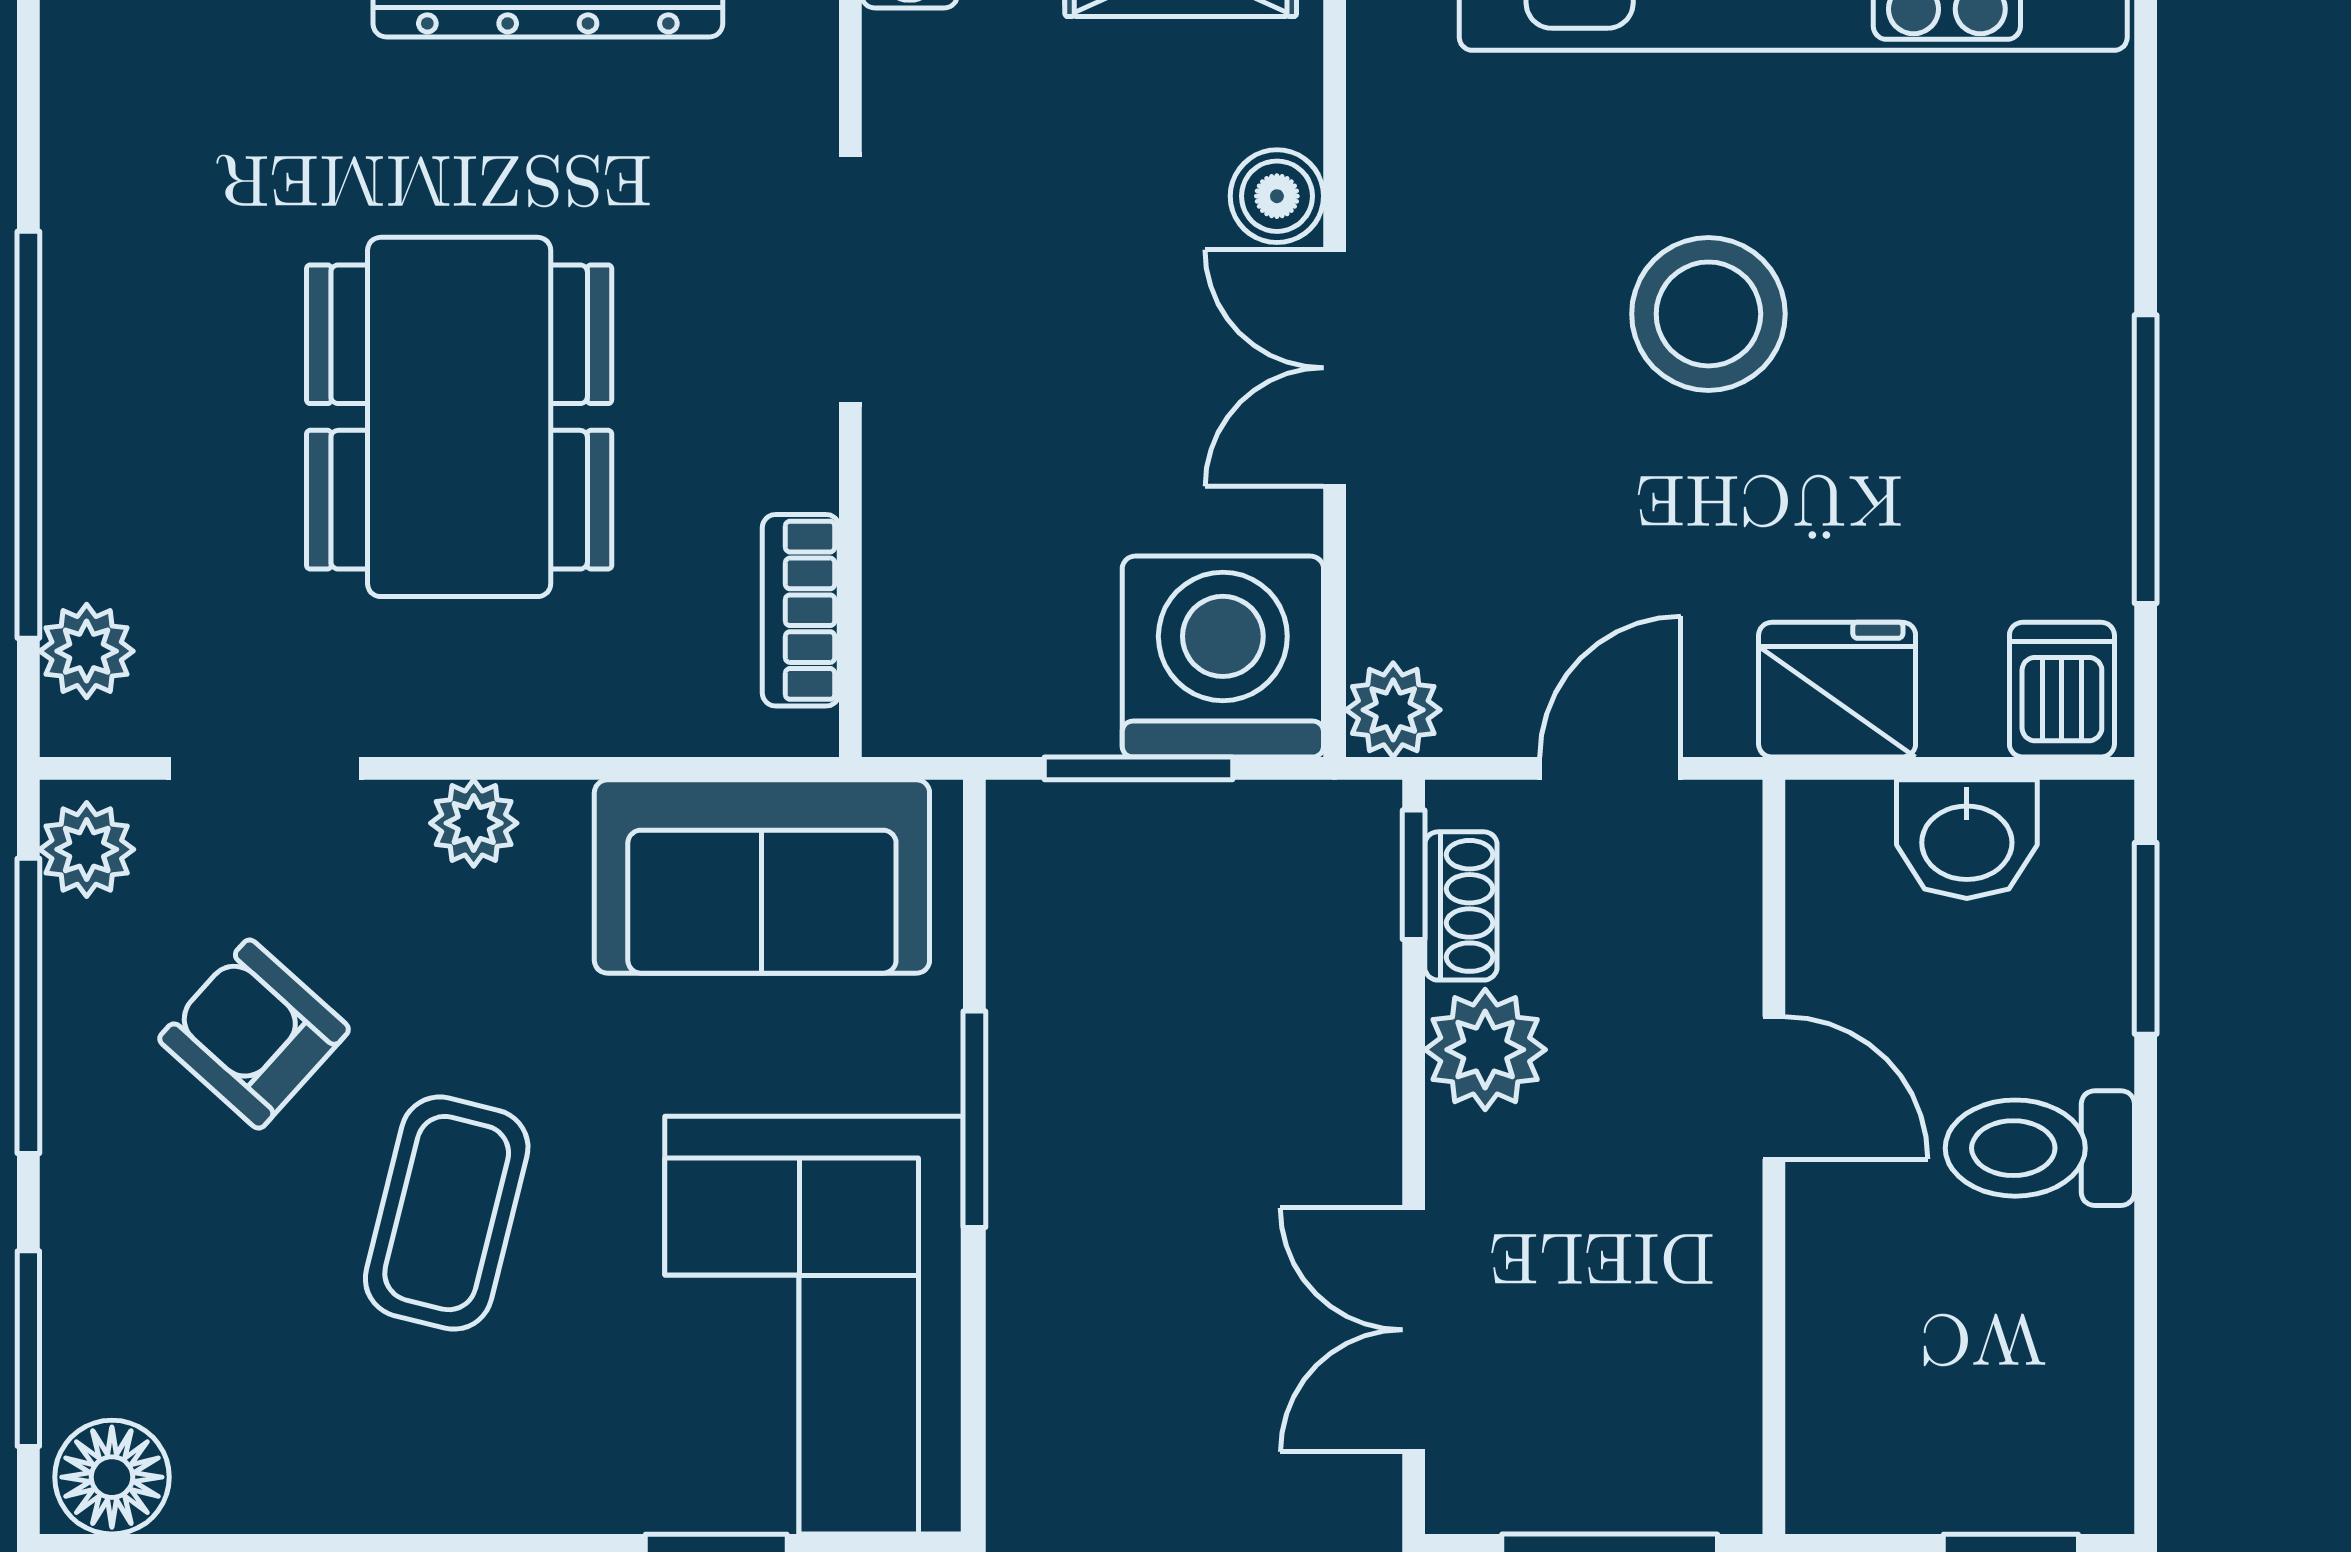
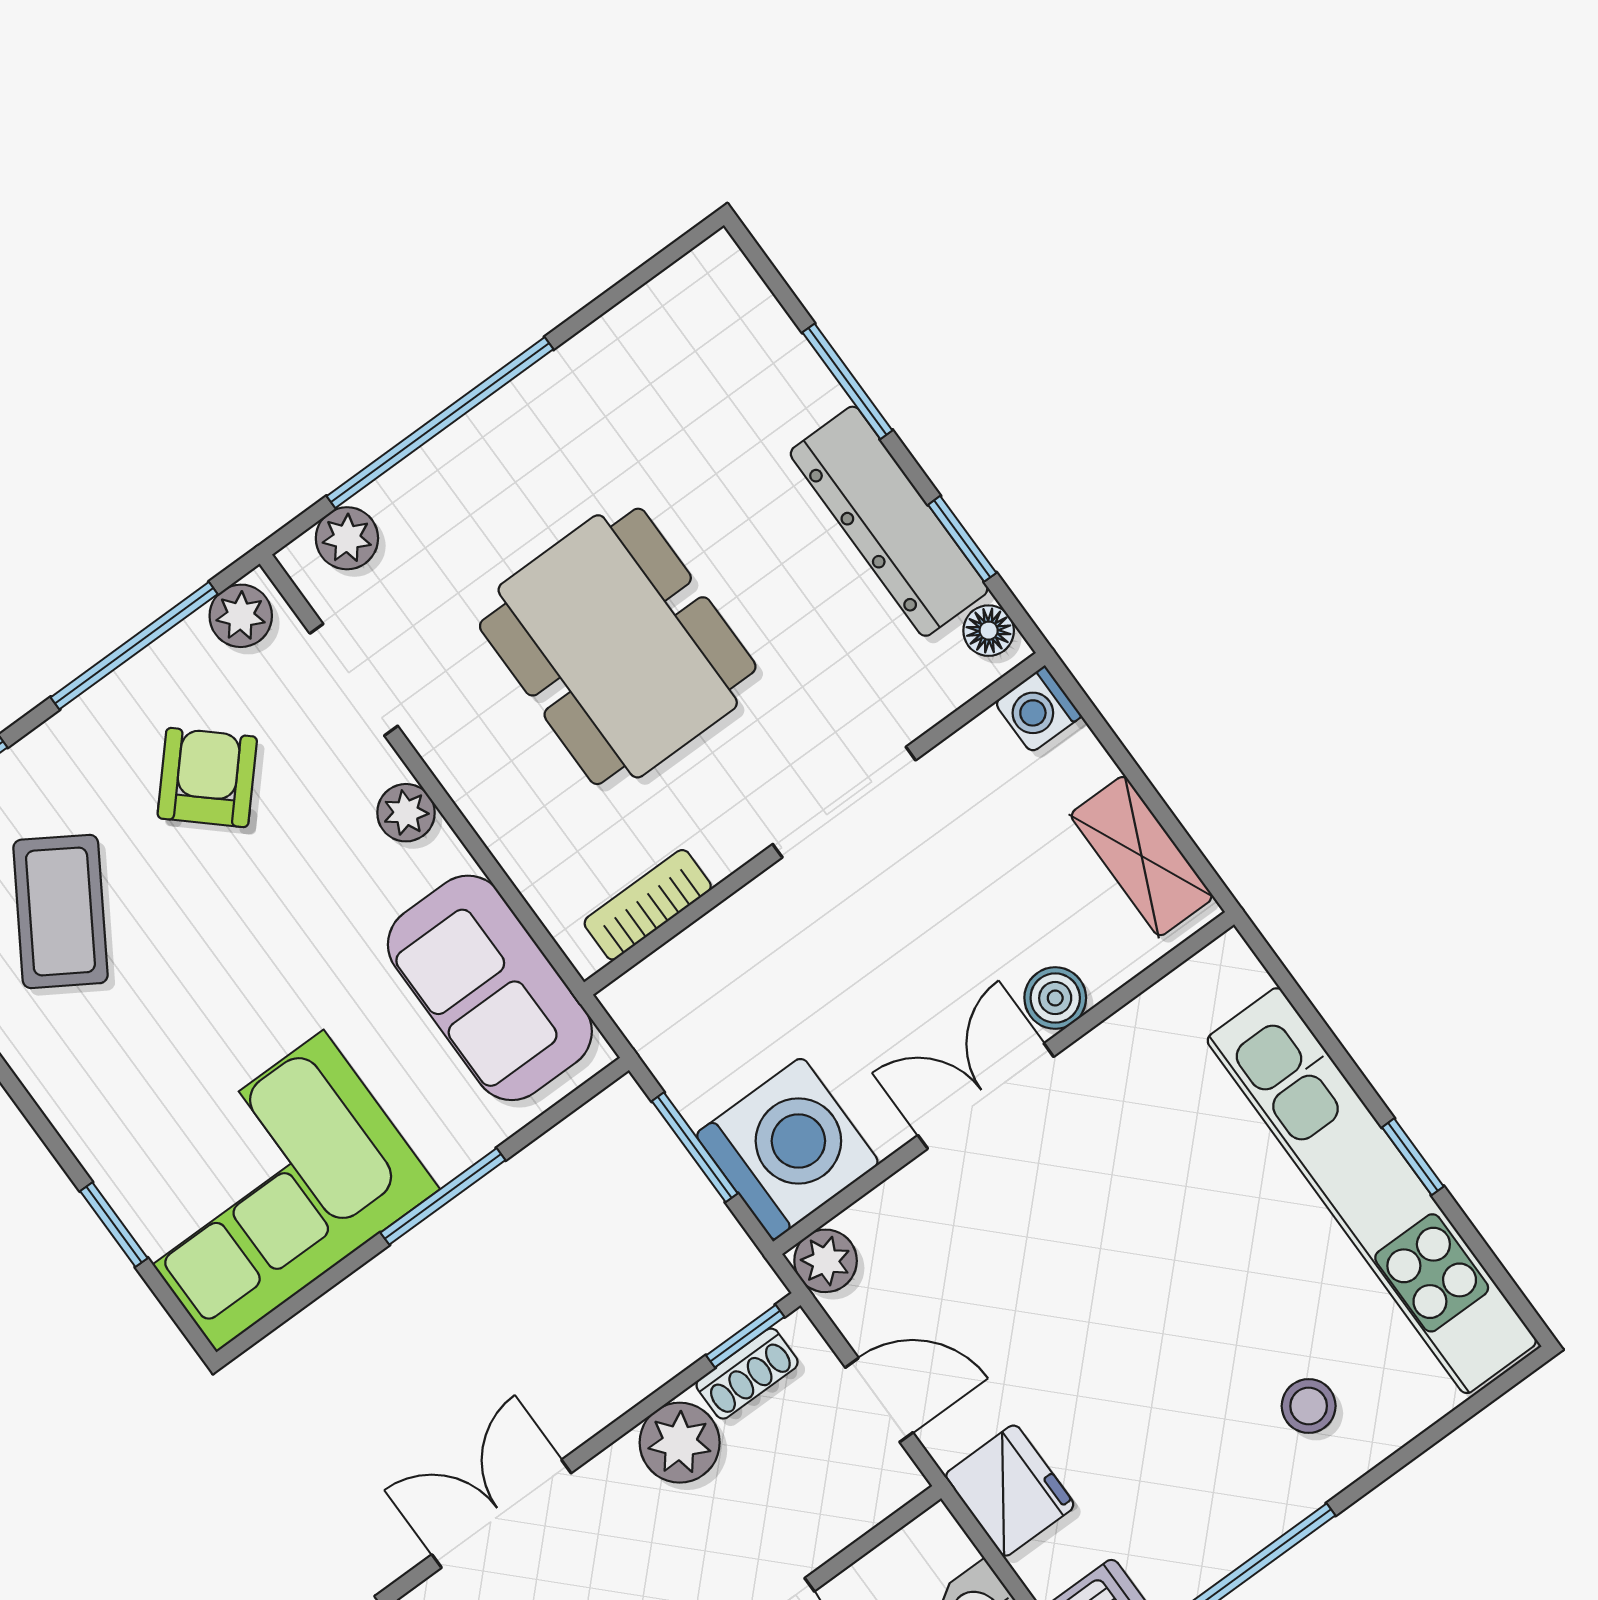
stool: (1708, 314) -> (1309, 1406), moved, width x0.53, depth x0.53
dining table: (459, 417) -> (618, 646), turned 90
coffee table: (447, 1213) -> (60, 911), moved, turned -72

